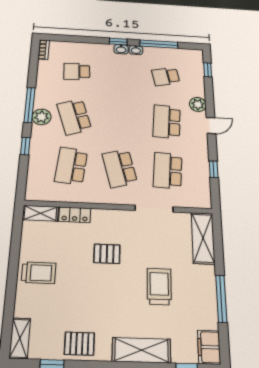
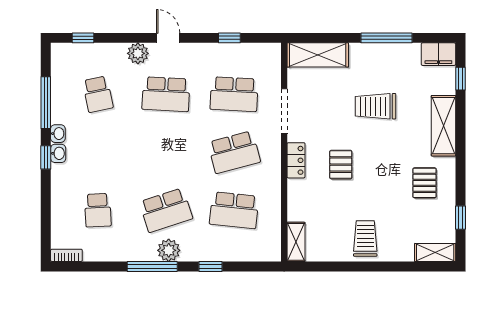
locker: (75, 215) -> (296, 160), moved
pallet: (79, 344) -> (425, 183), moved

